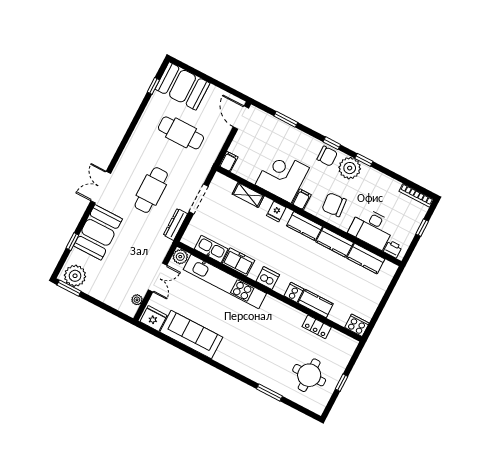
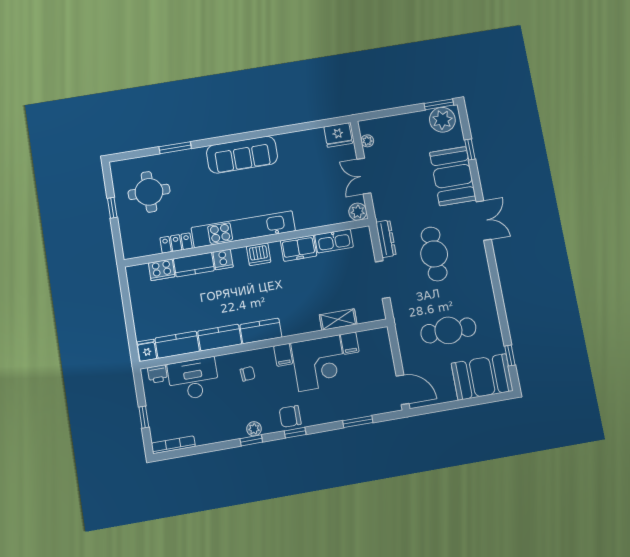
filing cabinet: (228, 161) -> (350, 343), moved
plant: (350, 168) -> (254, 429), width x0.53, depth x0.53
chair: (334, 205) -> (248, 374), width x0.54, depth x0.54
fridge: (276, 212) -> (147, 350), moved
kitchen unit: (225, 281) -> (243, 229), moved
cooker: (357, 325) -> (162, 270), moved
sofa: (191, 335) -> (242, 155), moved

